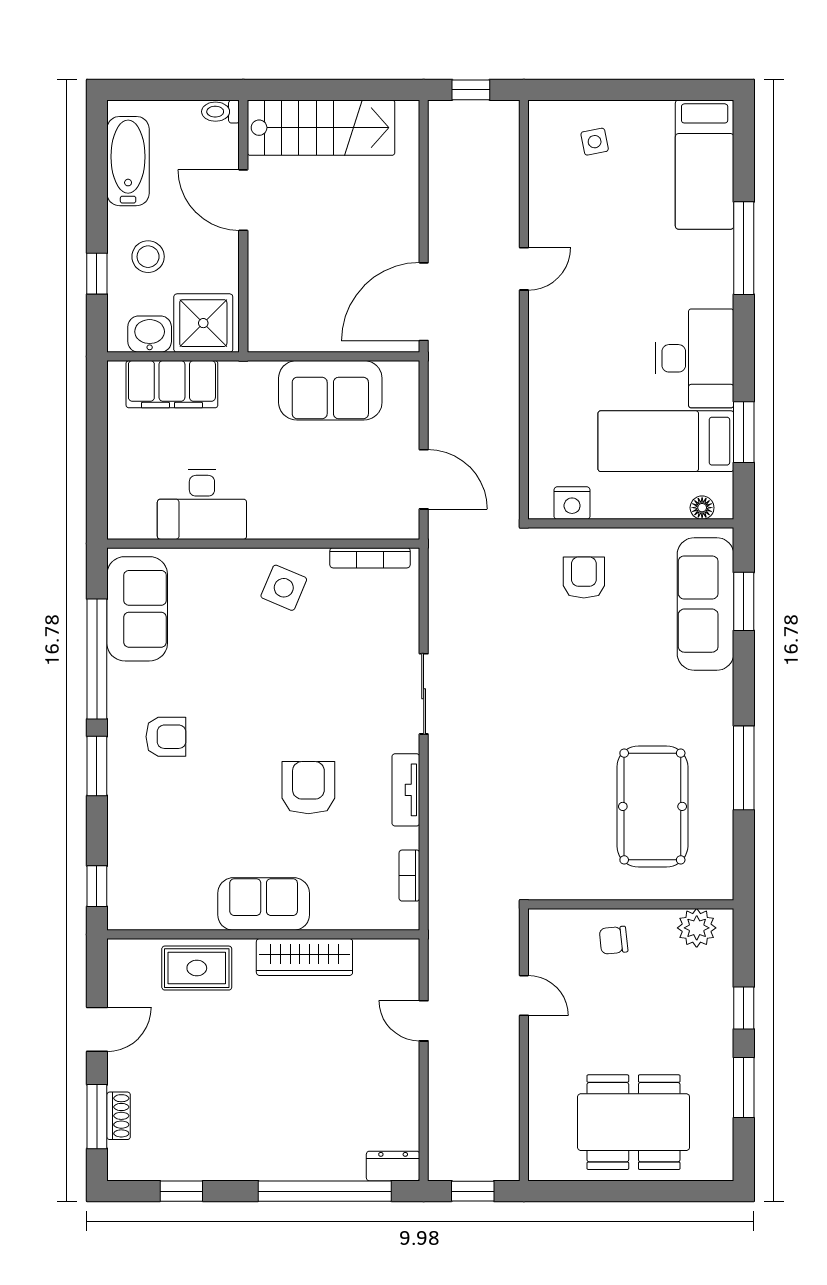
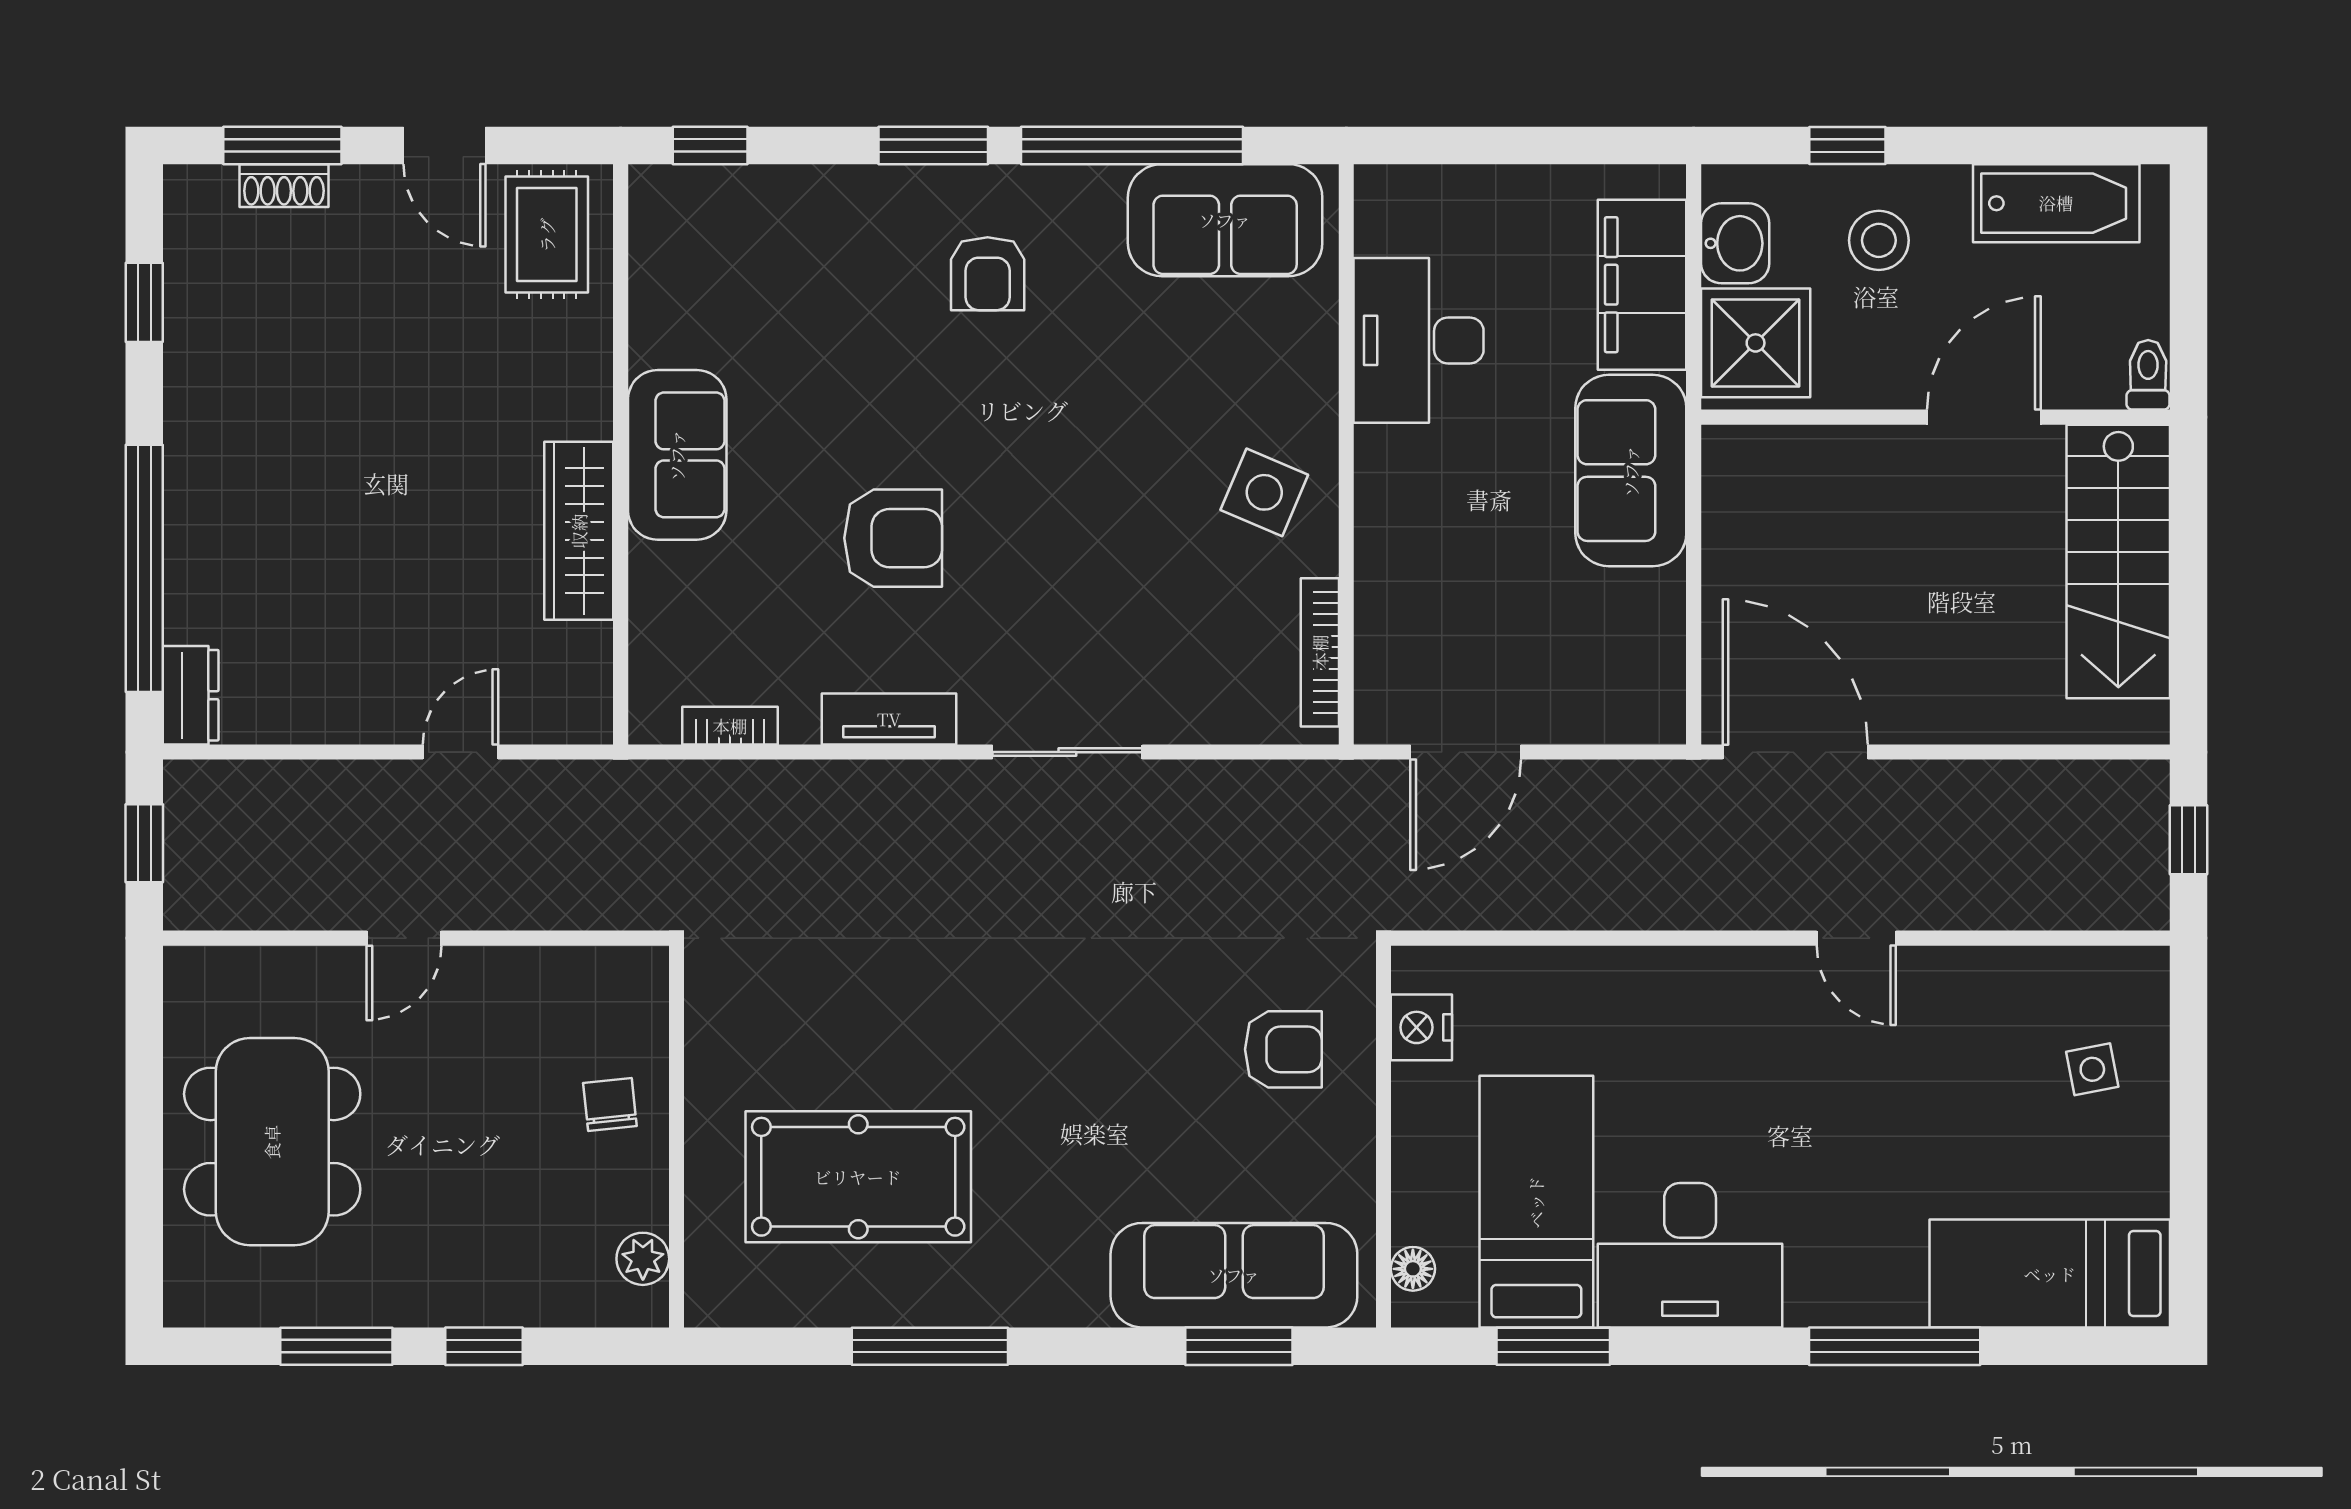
sofa: (330, 390) -> (1631, 471), moved
plant: (697, 928) -> (643, 1259), width x0.73, depth x0.73
rug: (197, 968) -> (547, 235), moved
door: (524, 995) -> (404, 938), moved

